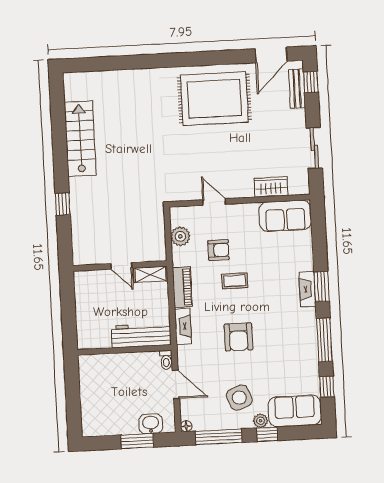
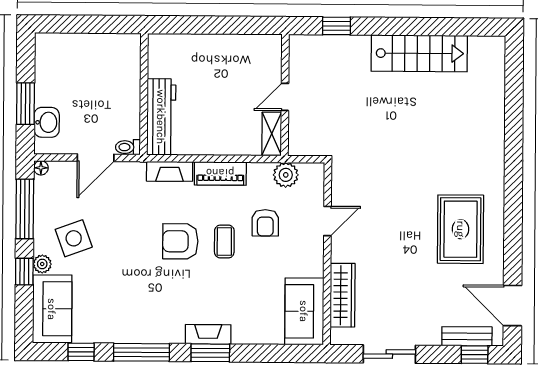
rug: (214, 99) -> (461, 229), width x0.73, depth x0.69
wardrobe: (271, 187) -> (343, 295), width x1.50
wall: (120, 266) -> (285, 95), moved
door: (121, 266) -> (285, 97), moved
shelving: (150, 274) -> (272, 134), moved
armchair: (238, 337) -> (180, 241), moved

